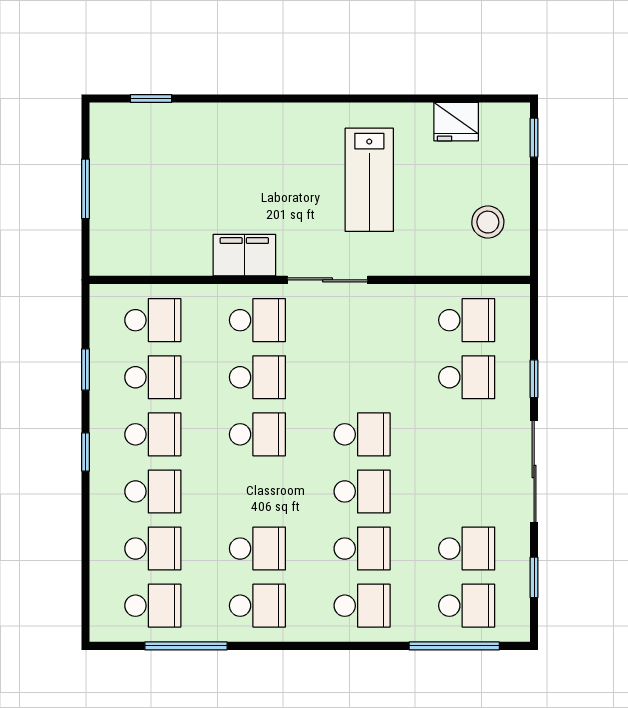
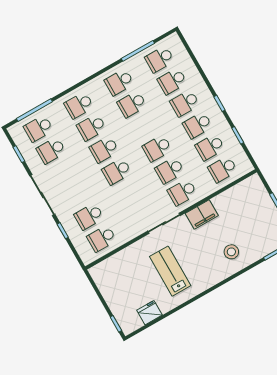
stool: (488, 222) -> (231, 252), moved

